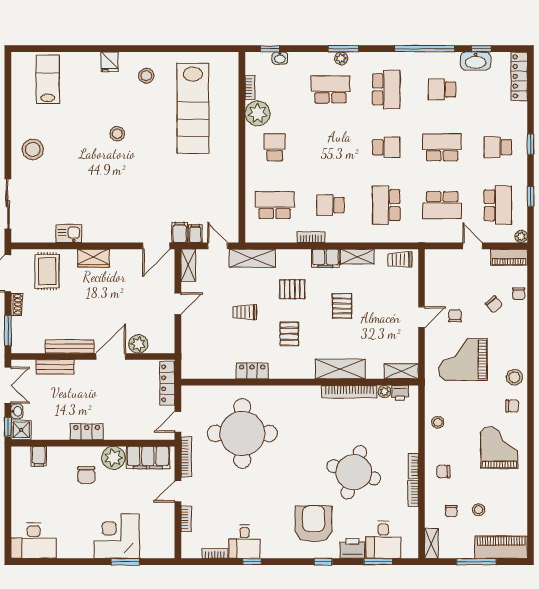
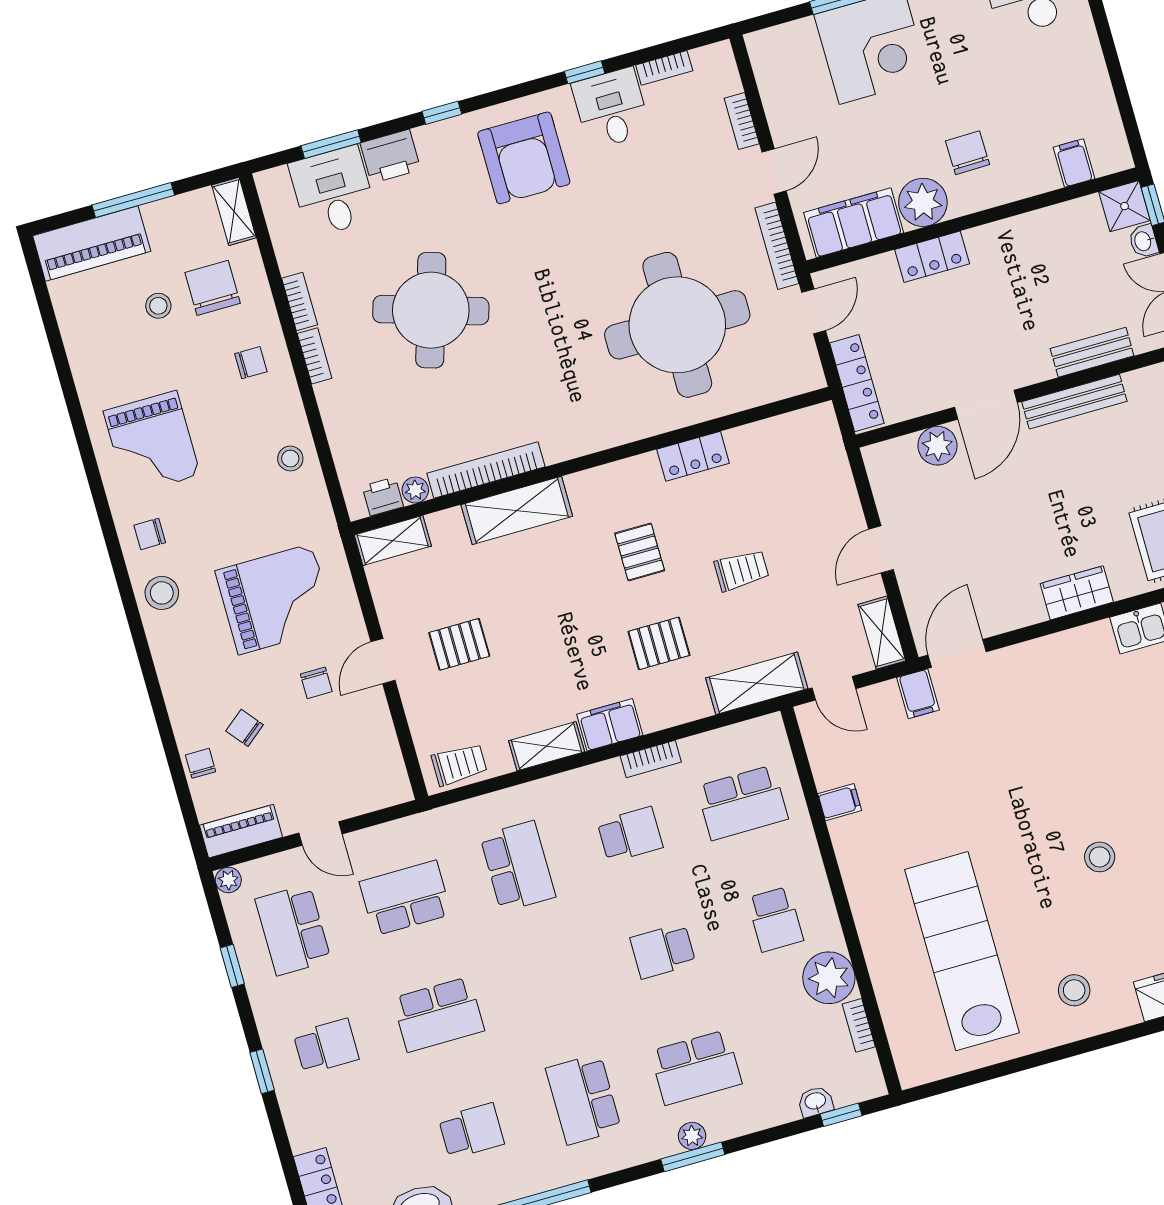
school desk: (386, 147) -> (663, 951), moved
filing cabinet: (195, 234) -> (840, 802), moved, turned -90
pallet: (342, 306) -> (459, 644), moved, turned 90
locker: (87, 432) -> (932, 257), moved
chair: (451, 511) -> (213, 288), width x1.87, depth x1.87
armchair: (314, 524) -> (524, 158), moved

